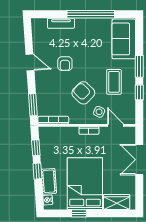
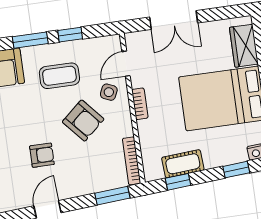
armchair: (83, 93) -> (83, 121), turned -85
window: (37, 171) -> (236, 170), moved
cot: (49, 181) -> (183, 164), moved

